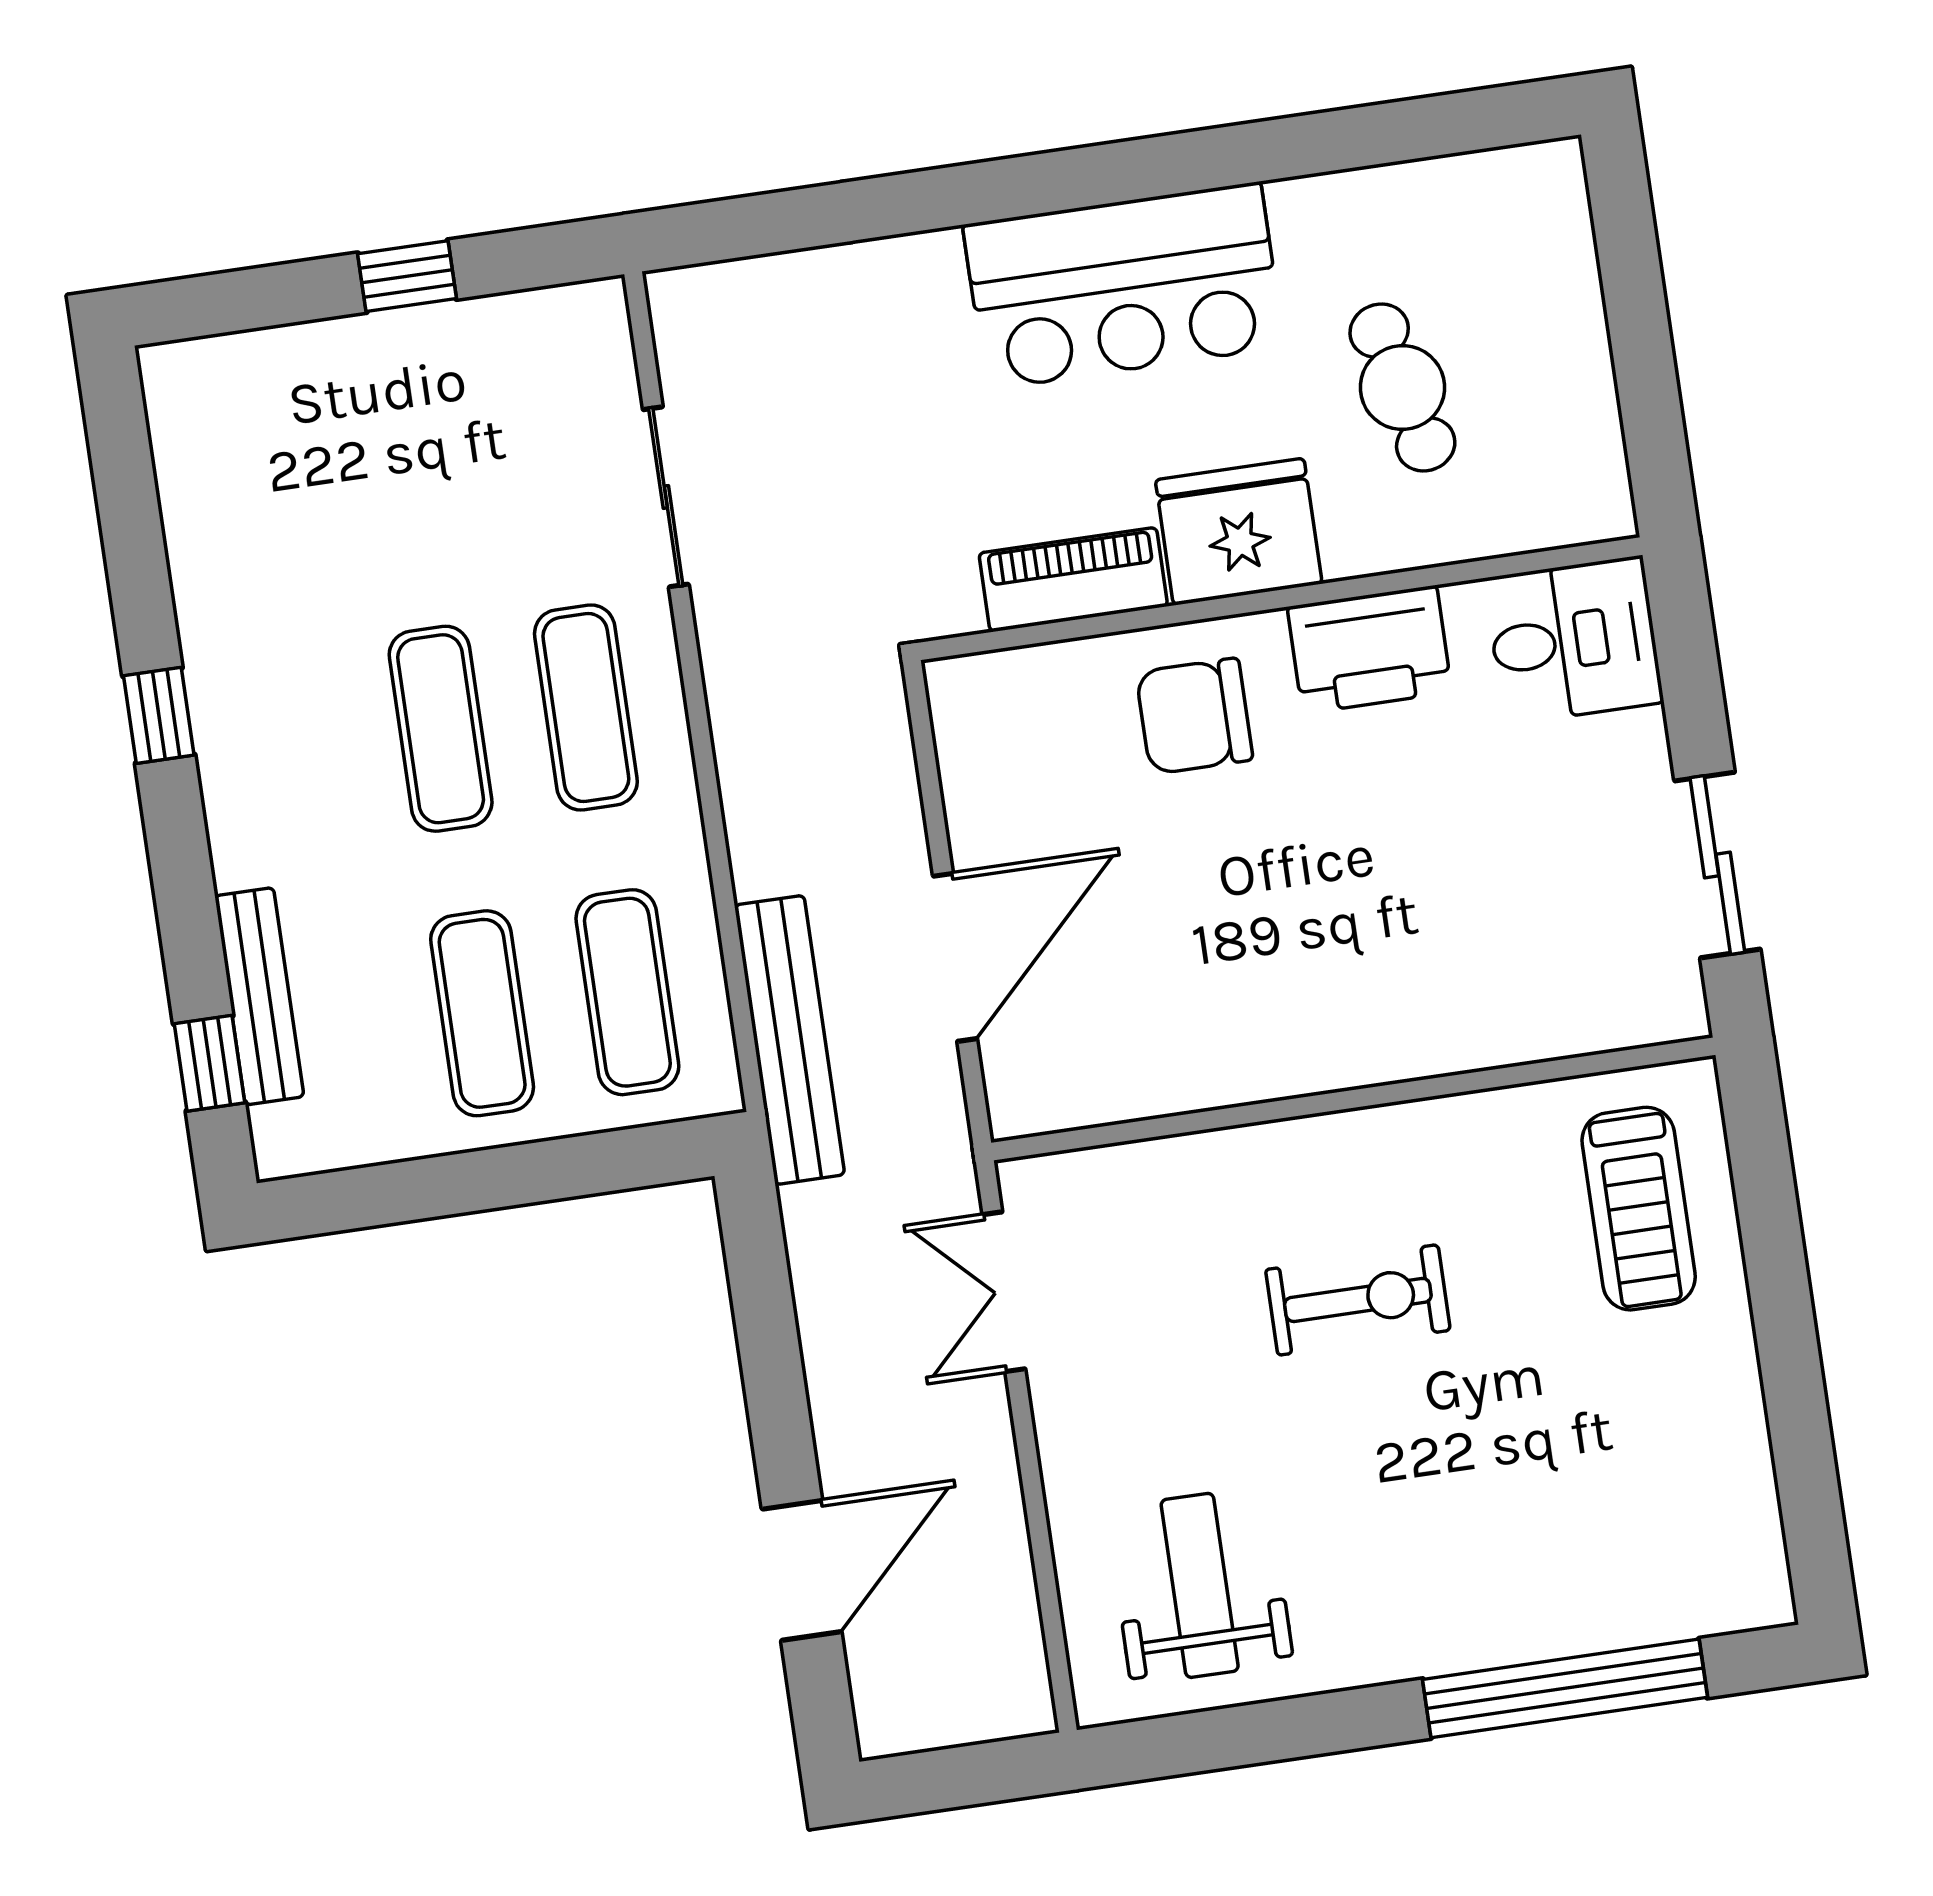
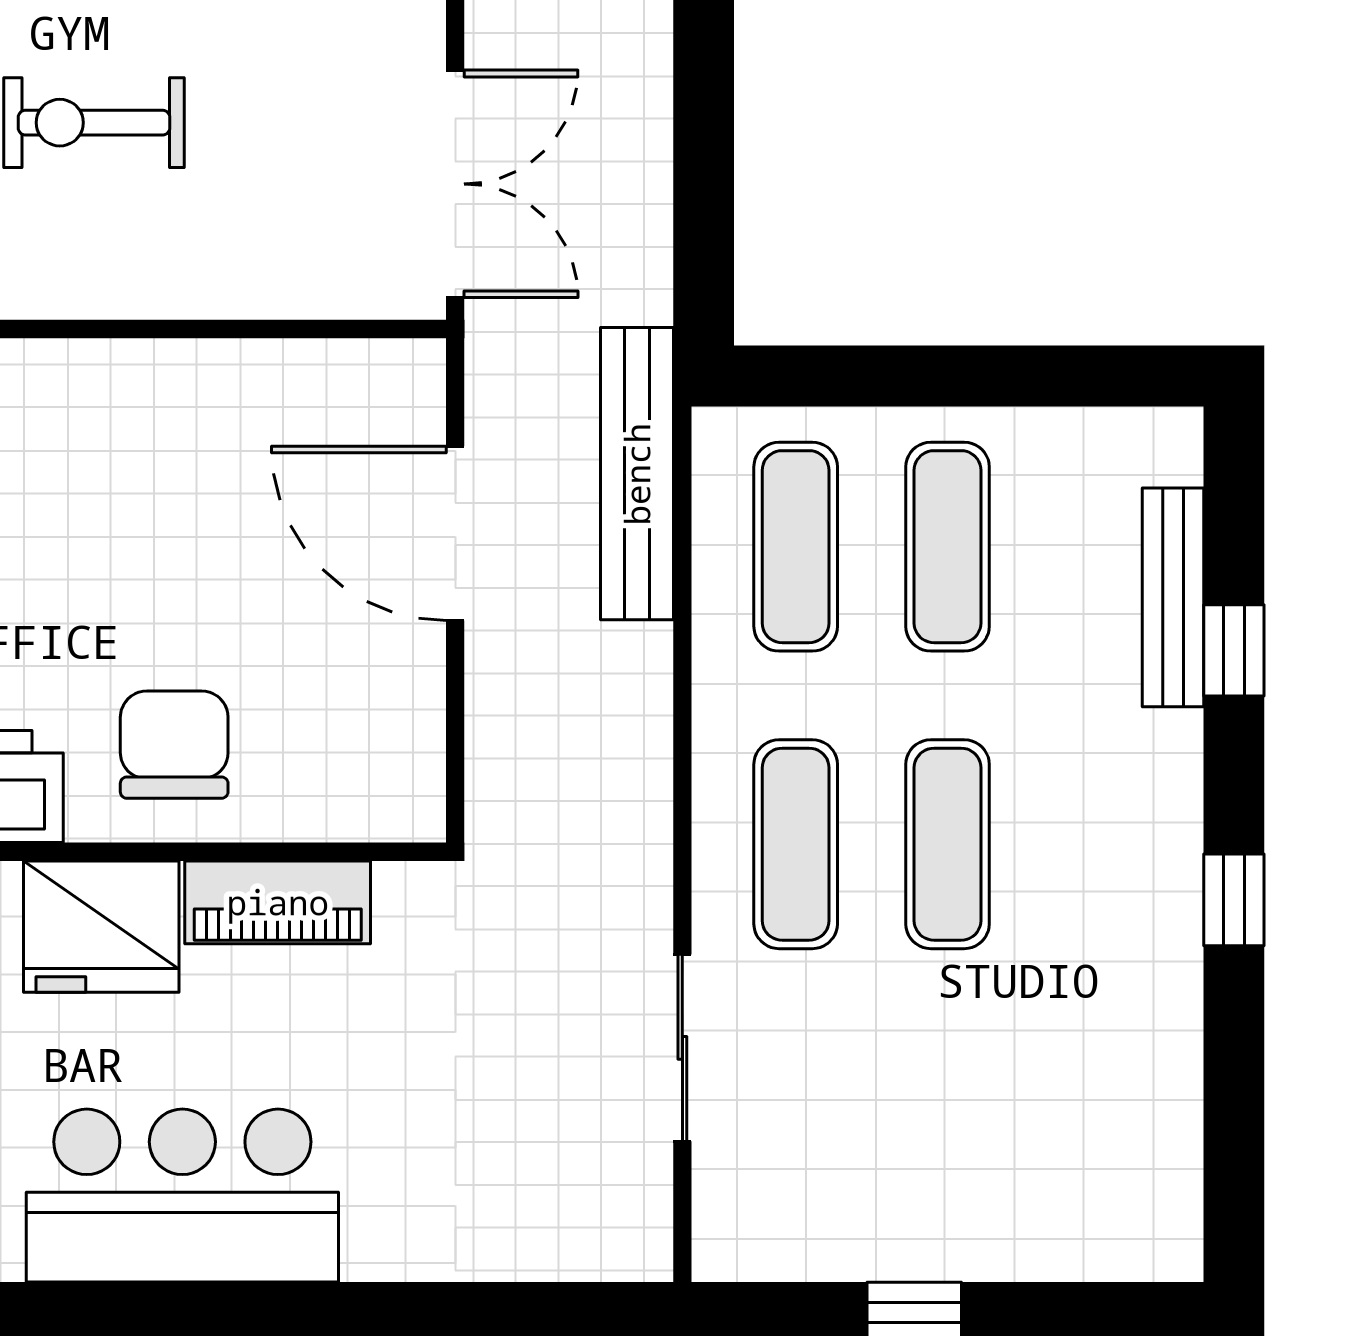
chair: (1194, 716) -> (174, 745), turned -90
door: (955, 957) -> (455, 533), hinge flipped
window: (210, 1063) -> (1234, 650), moved
double door: (1004, 1292) -> (455, 184), width x1.37

